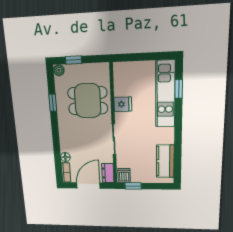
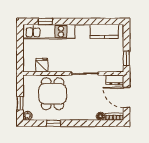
fridge: (123, 104) -> (42, 65), moved
dishwasher: (124, 176) -> (117, 66), removed

